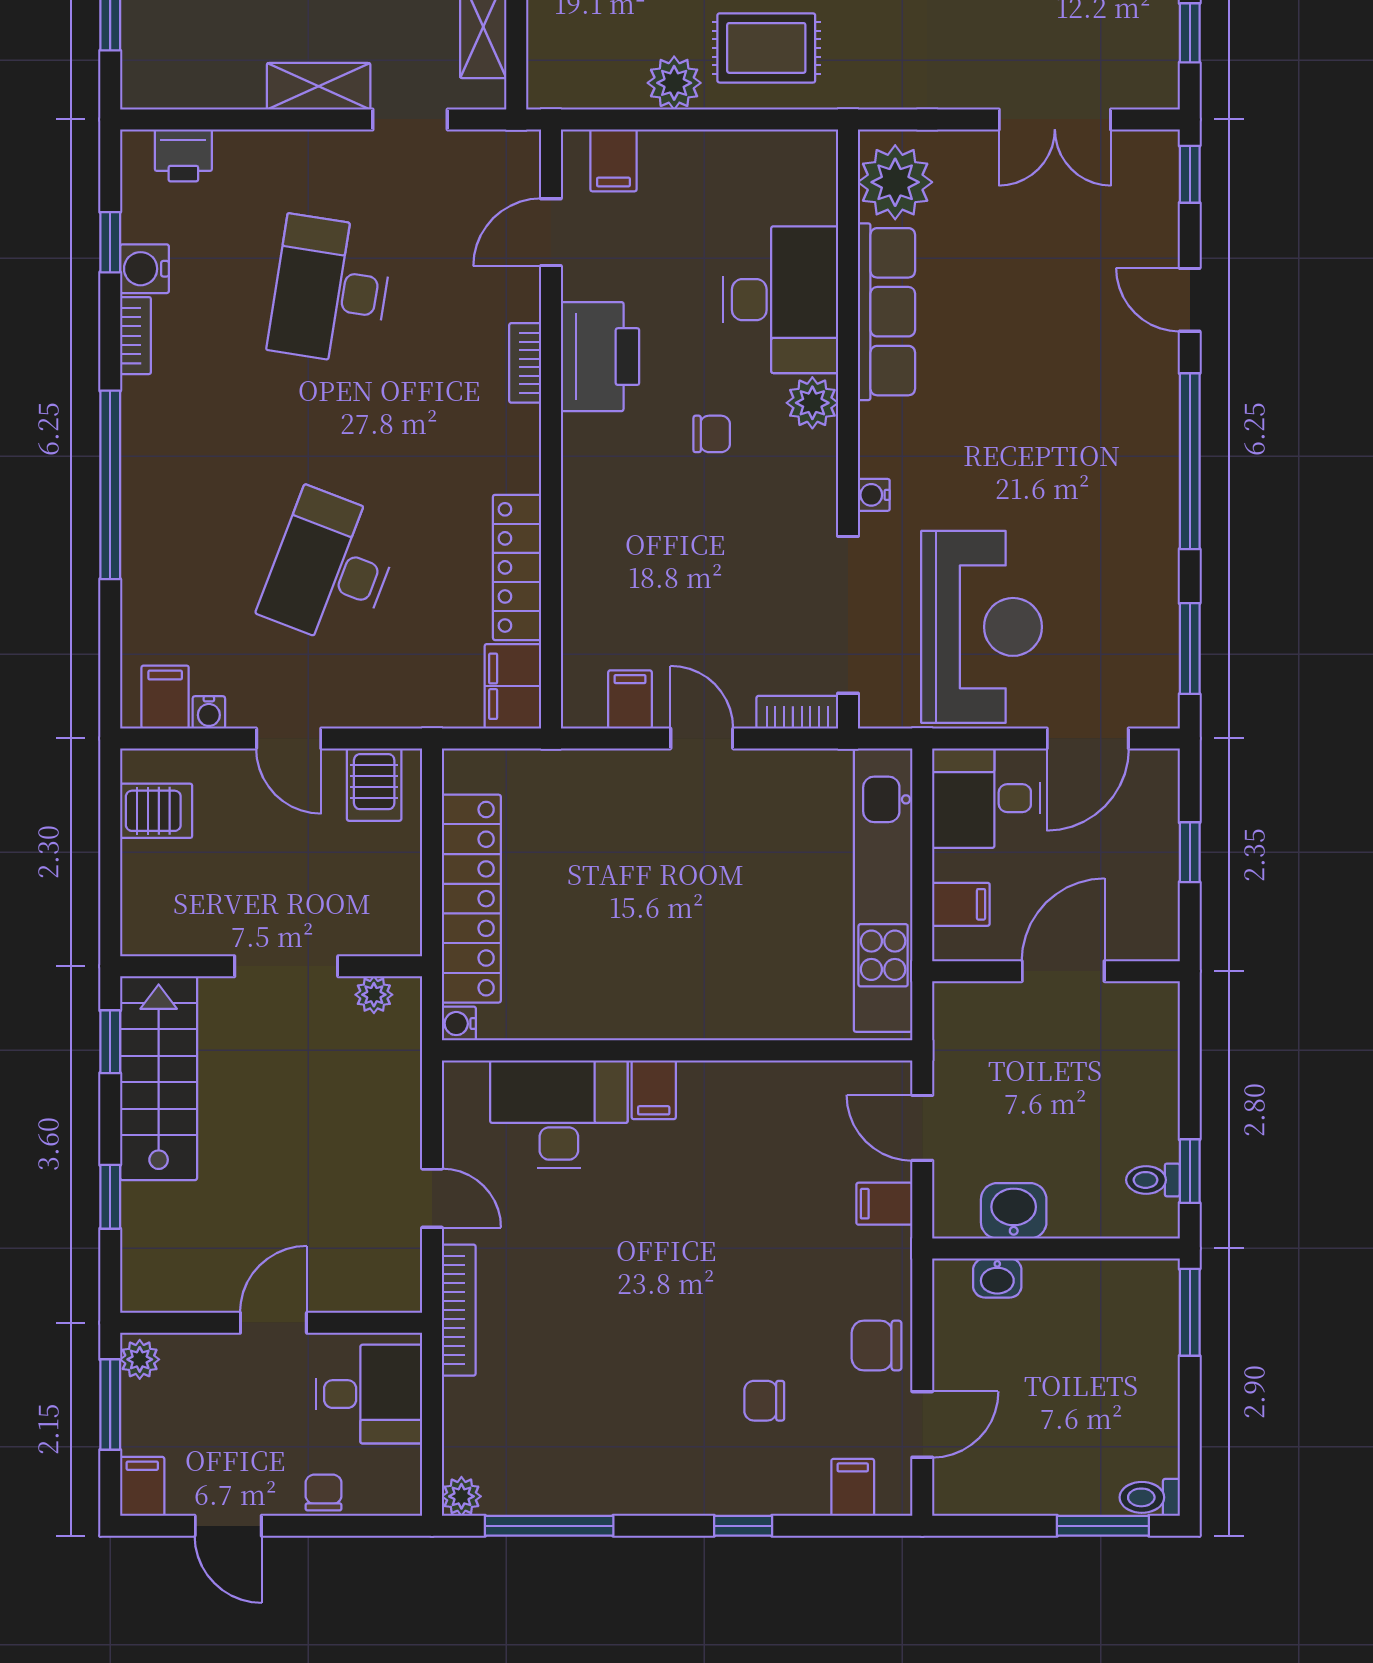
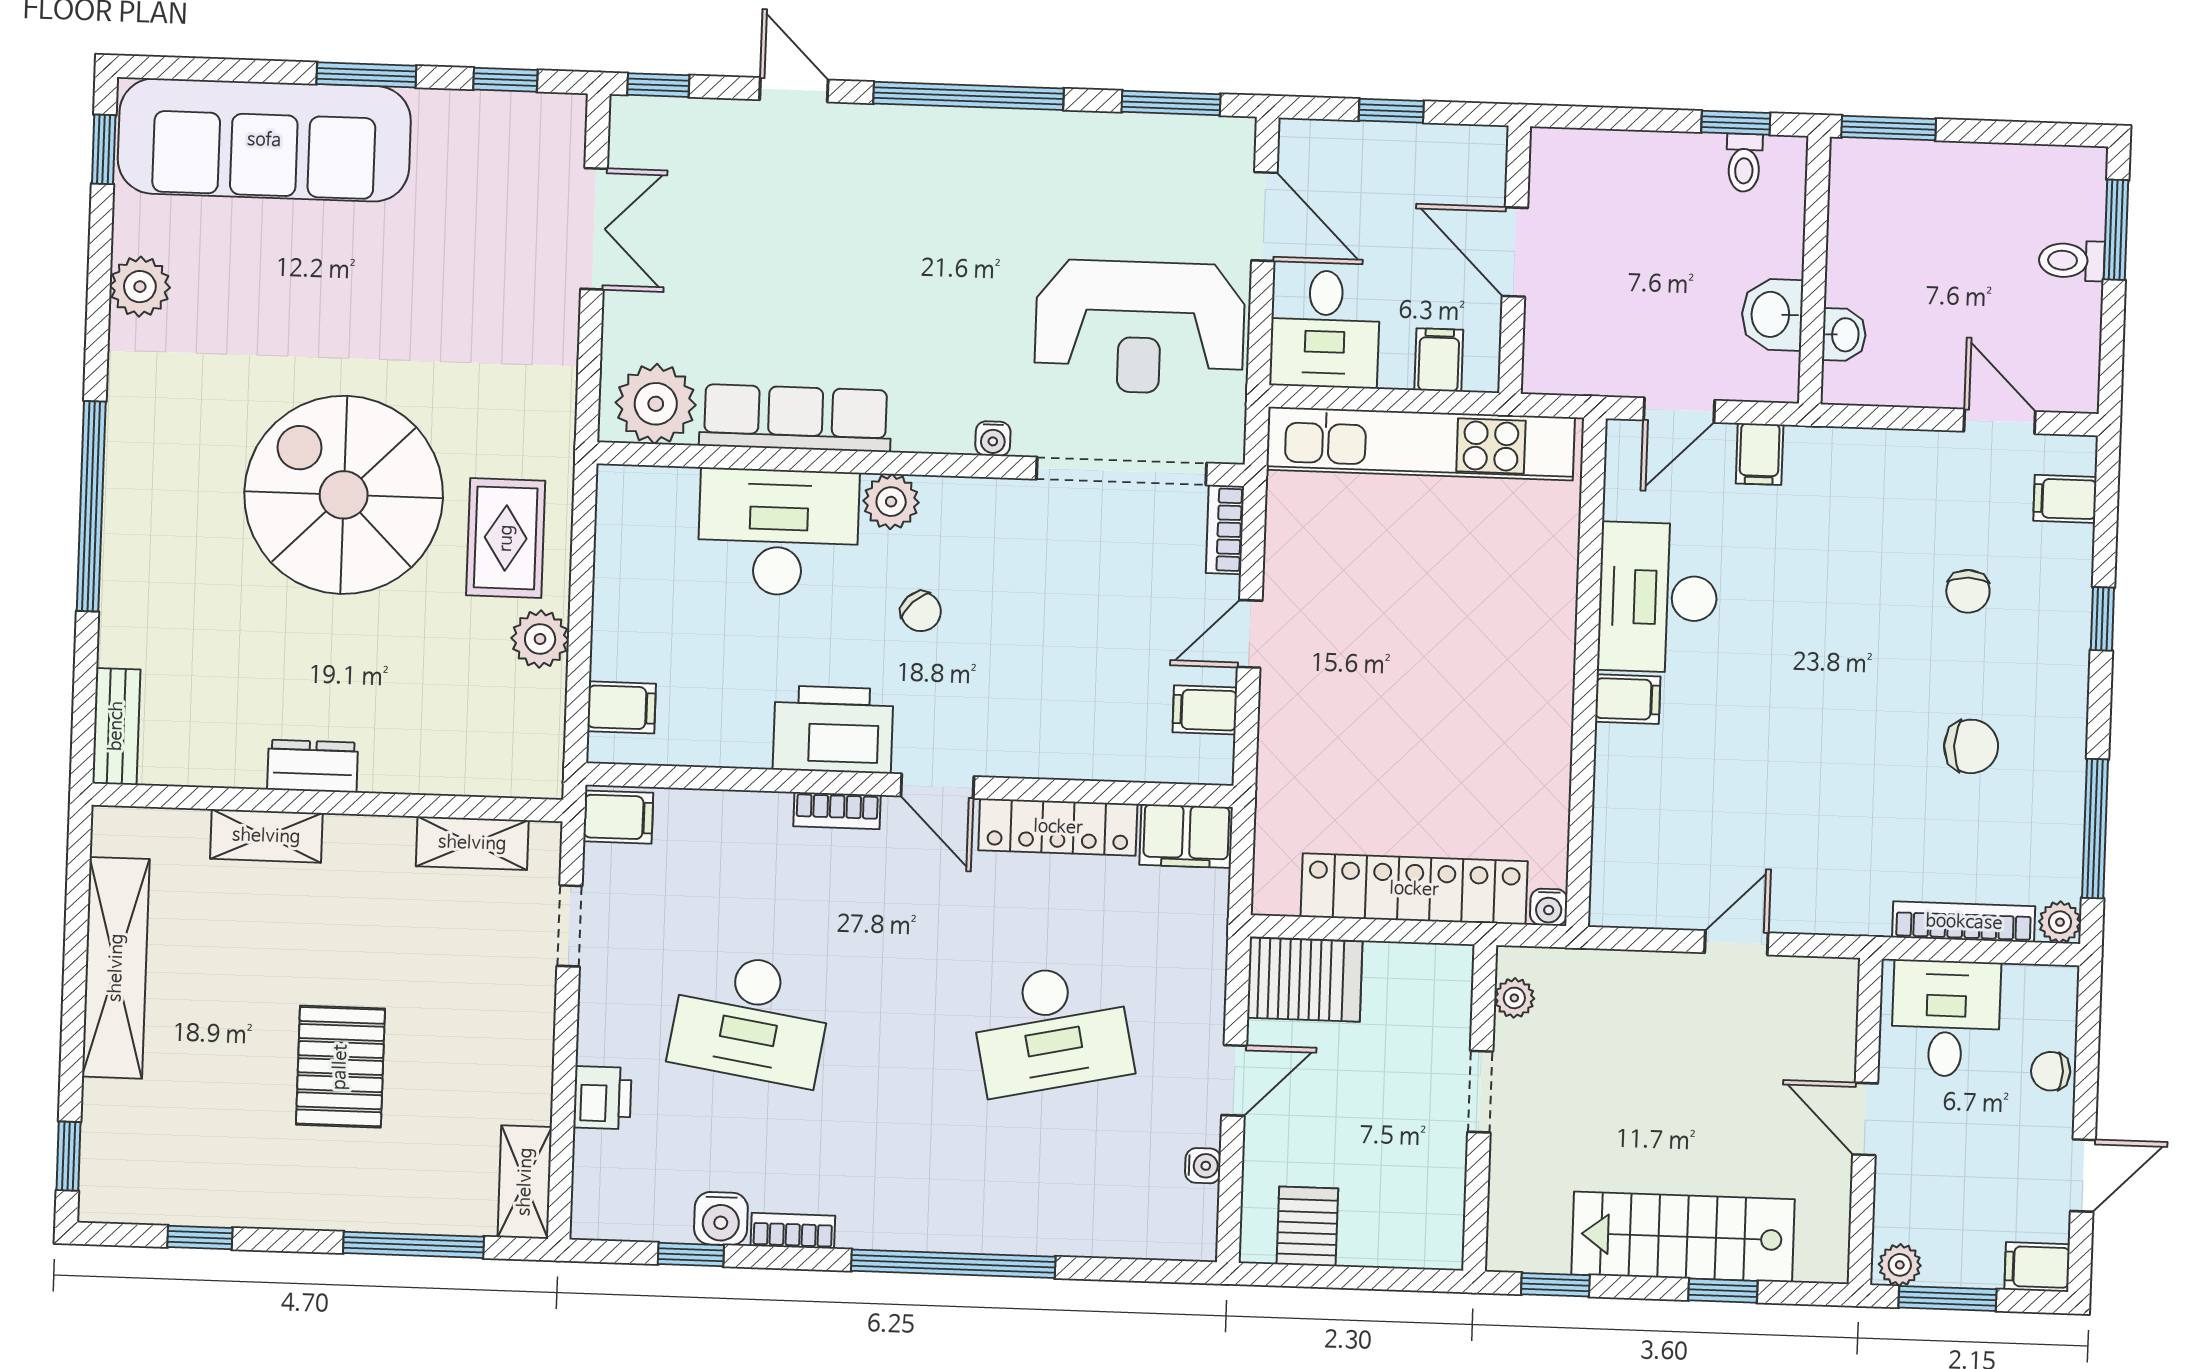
shelving: (319, 86) -> (525, 1182), moved
printer: (183, 155) -> (602, 1098), moved
door: (551, 232) -> (937, 786), moved
door: (1190, 300) -> (794, 90), swing flipped
chair: (712, 434) -> (921, 612), turned 137
desk: (331, 568) -> (1052, 1029), turned -33
reception desk: (982, 627) -> (1140, 327), turned 180
filing cabinet: (165, 697) -> (618, 817), moved, turned 180
server rack: (374, 785) -> (1305, 980), width x1.36, depth x1.44
doorway: (286, 966) -> (1480, 1092), width x0.73
stairs: (159, 1078) -> (1683, 1237), moved
desk: (559, 1114) -> (1658, 597), moved
bookcase: (459, 1310) -> (1964, 922), moved
chair: (877, 1346) -> (1971, 746), moved, turned -90
toilet: (1150, 1497) -> (2072, 261), moved, turned 90

